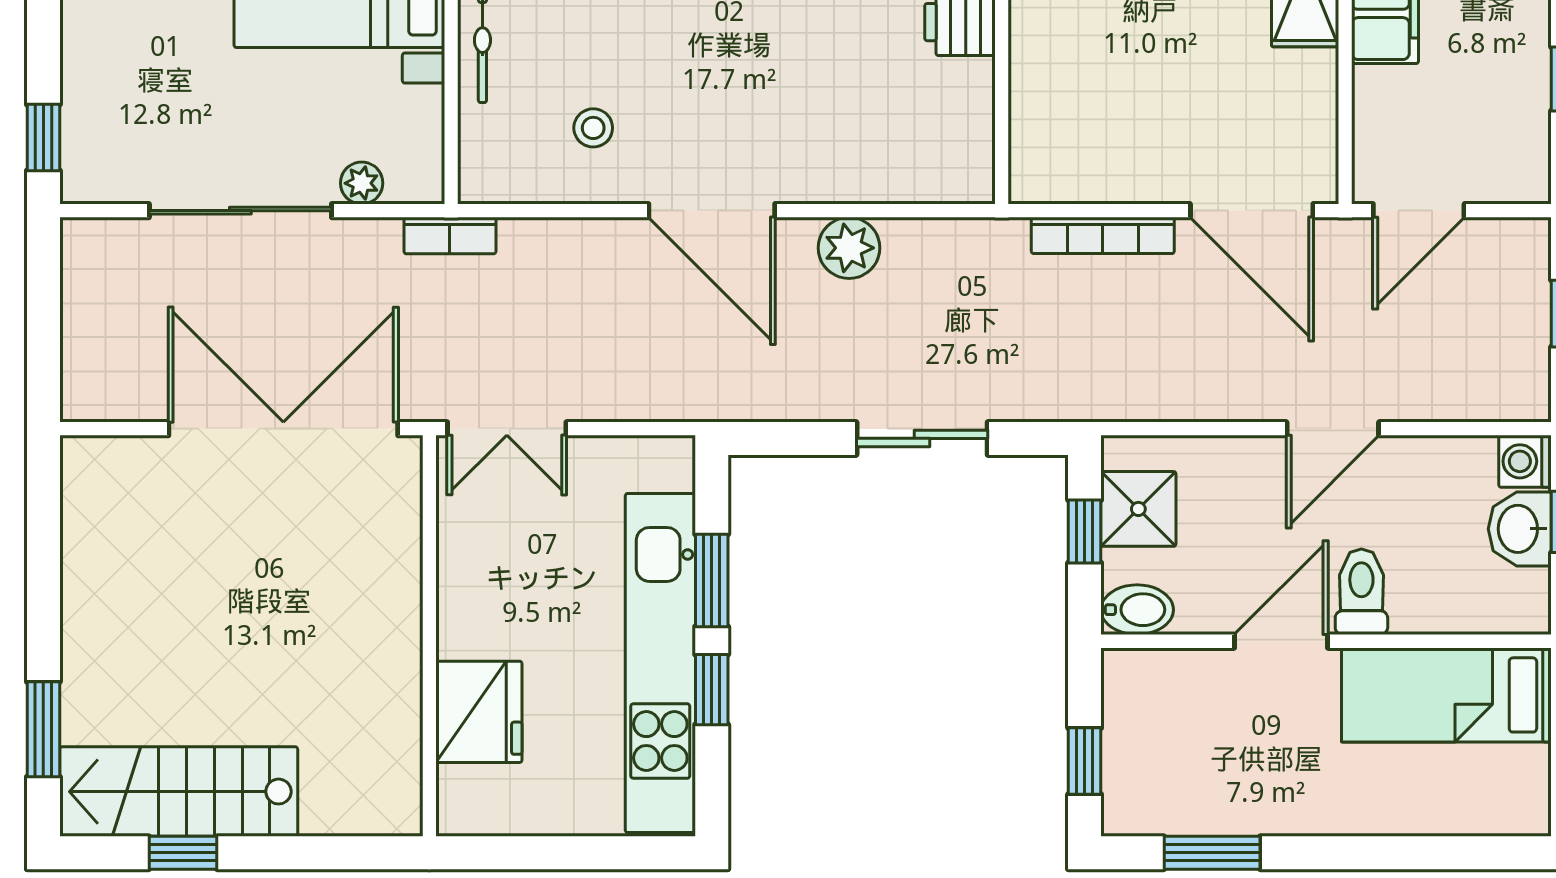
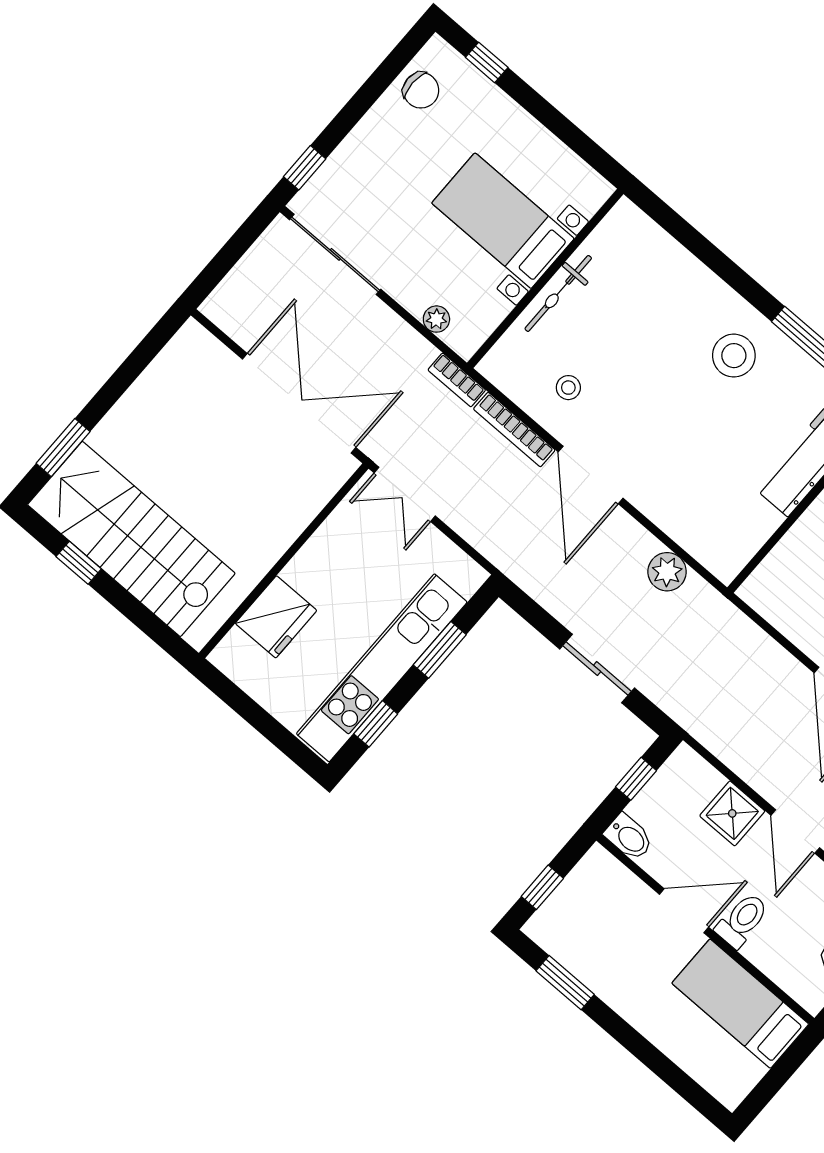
sliding door: (240, 211) -> (335, 254), moved
bookcase: (1103, 235) -> (514, 430), moved
plant: (849, 248) -> (667, 572), moved
door: (1333, 429) -> (795, 831), hinge flipped
shower: (1138, 509) -> (732, 813), moved
window: (712, 690) -> (376, 724), moved
stairs: (179, 792) -> (131, 539), width x1.36, depth x1.51

